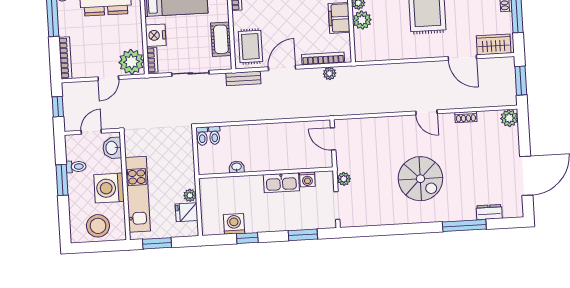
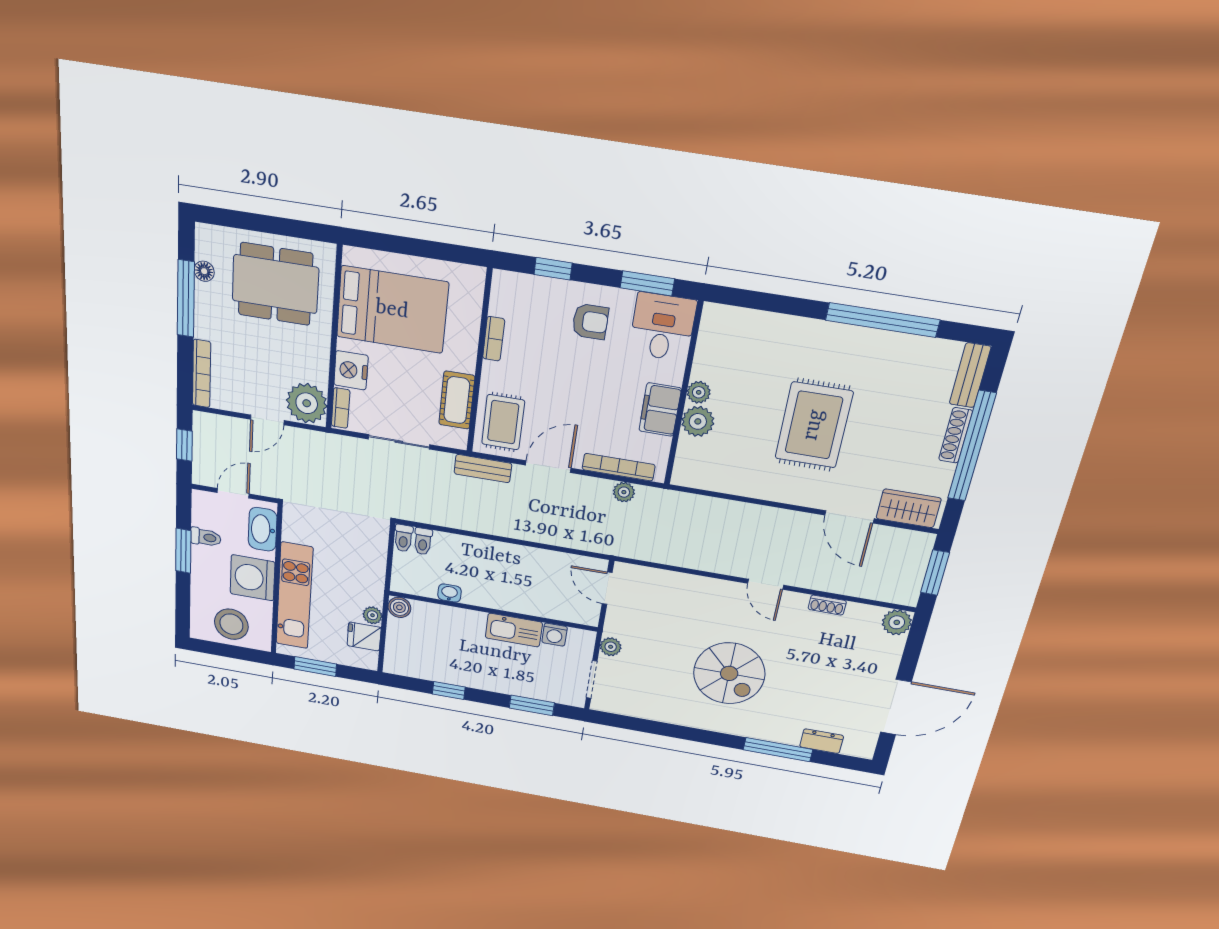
washbasin: (112, 148) -> (263, 529), width x1.38
boiler: (206, 185) -> (399, 607), added
washing machine: (234, 224) -> (432, 668), removed

